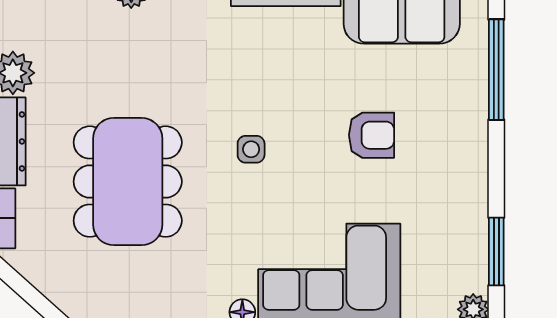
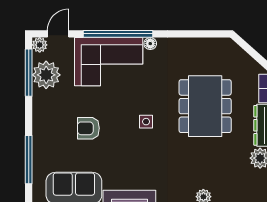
plant: (459, 247) -> (46, 75), added
window: (496, 252) -> (29, 73), width x1.44

